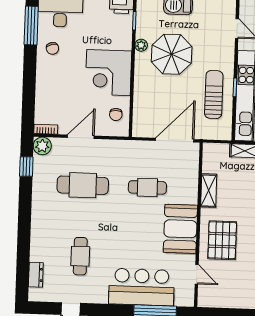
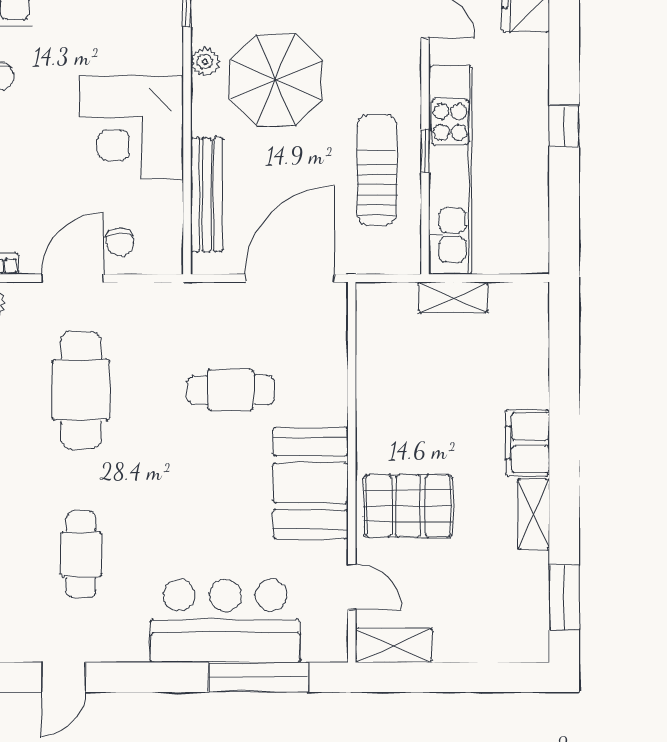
bench: (140, 103) -> (207, 195), added
chair: (116, 114) -> (120, 242), moved
cafe table: (83, 185) -> (81, 390), turned 90
shelving: (209, 191) -> (394, 645), moved, turned 90
pallet: (222, 240) -> (408, 506), turned 90

